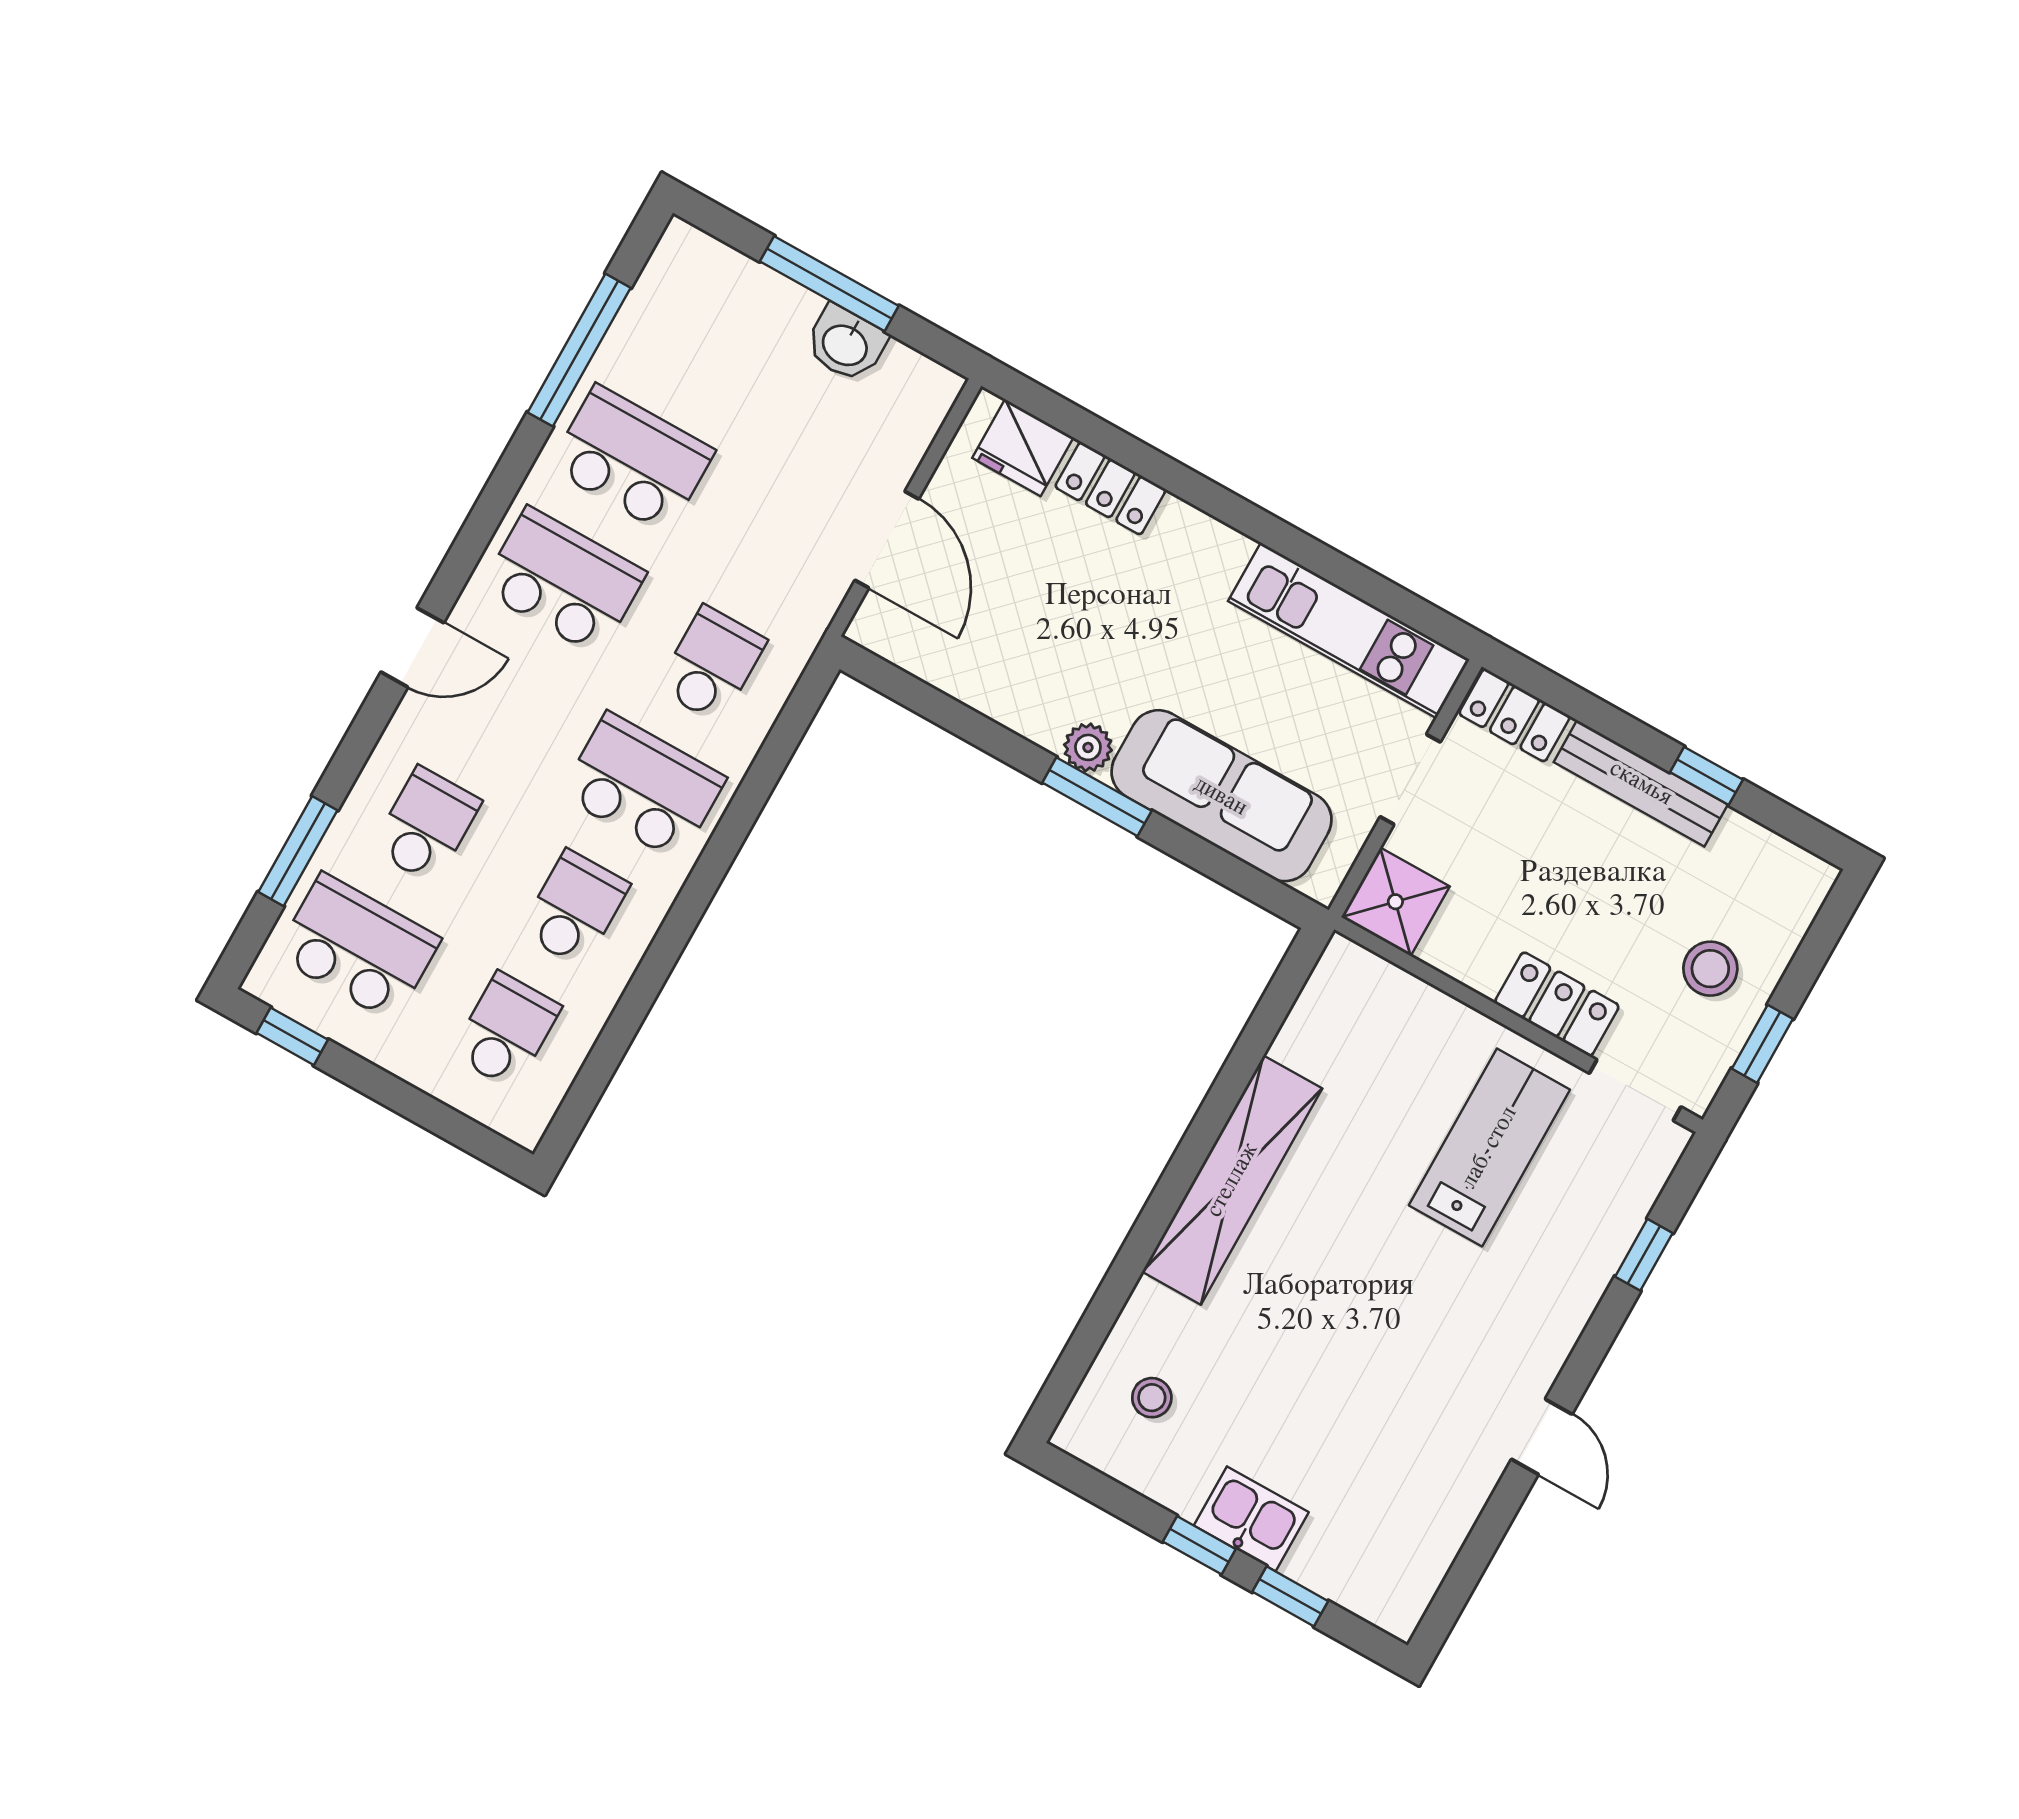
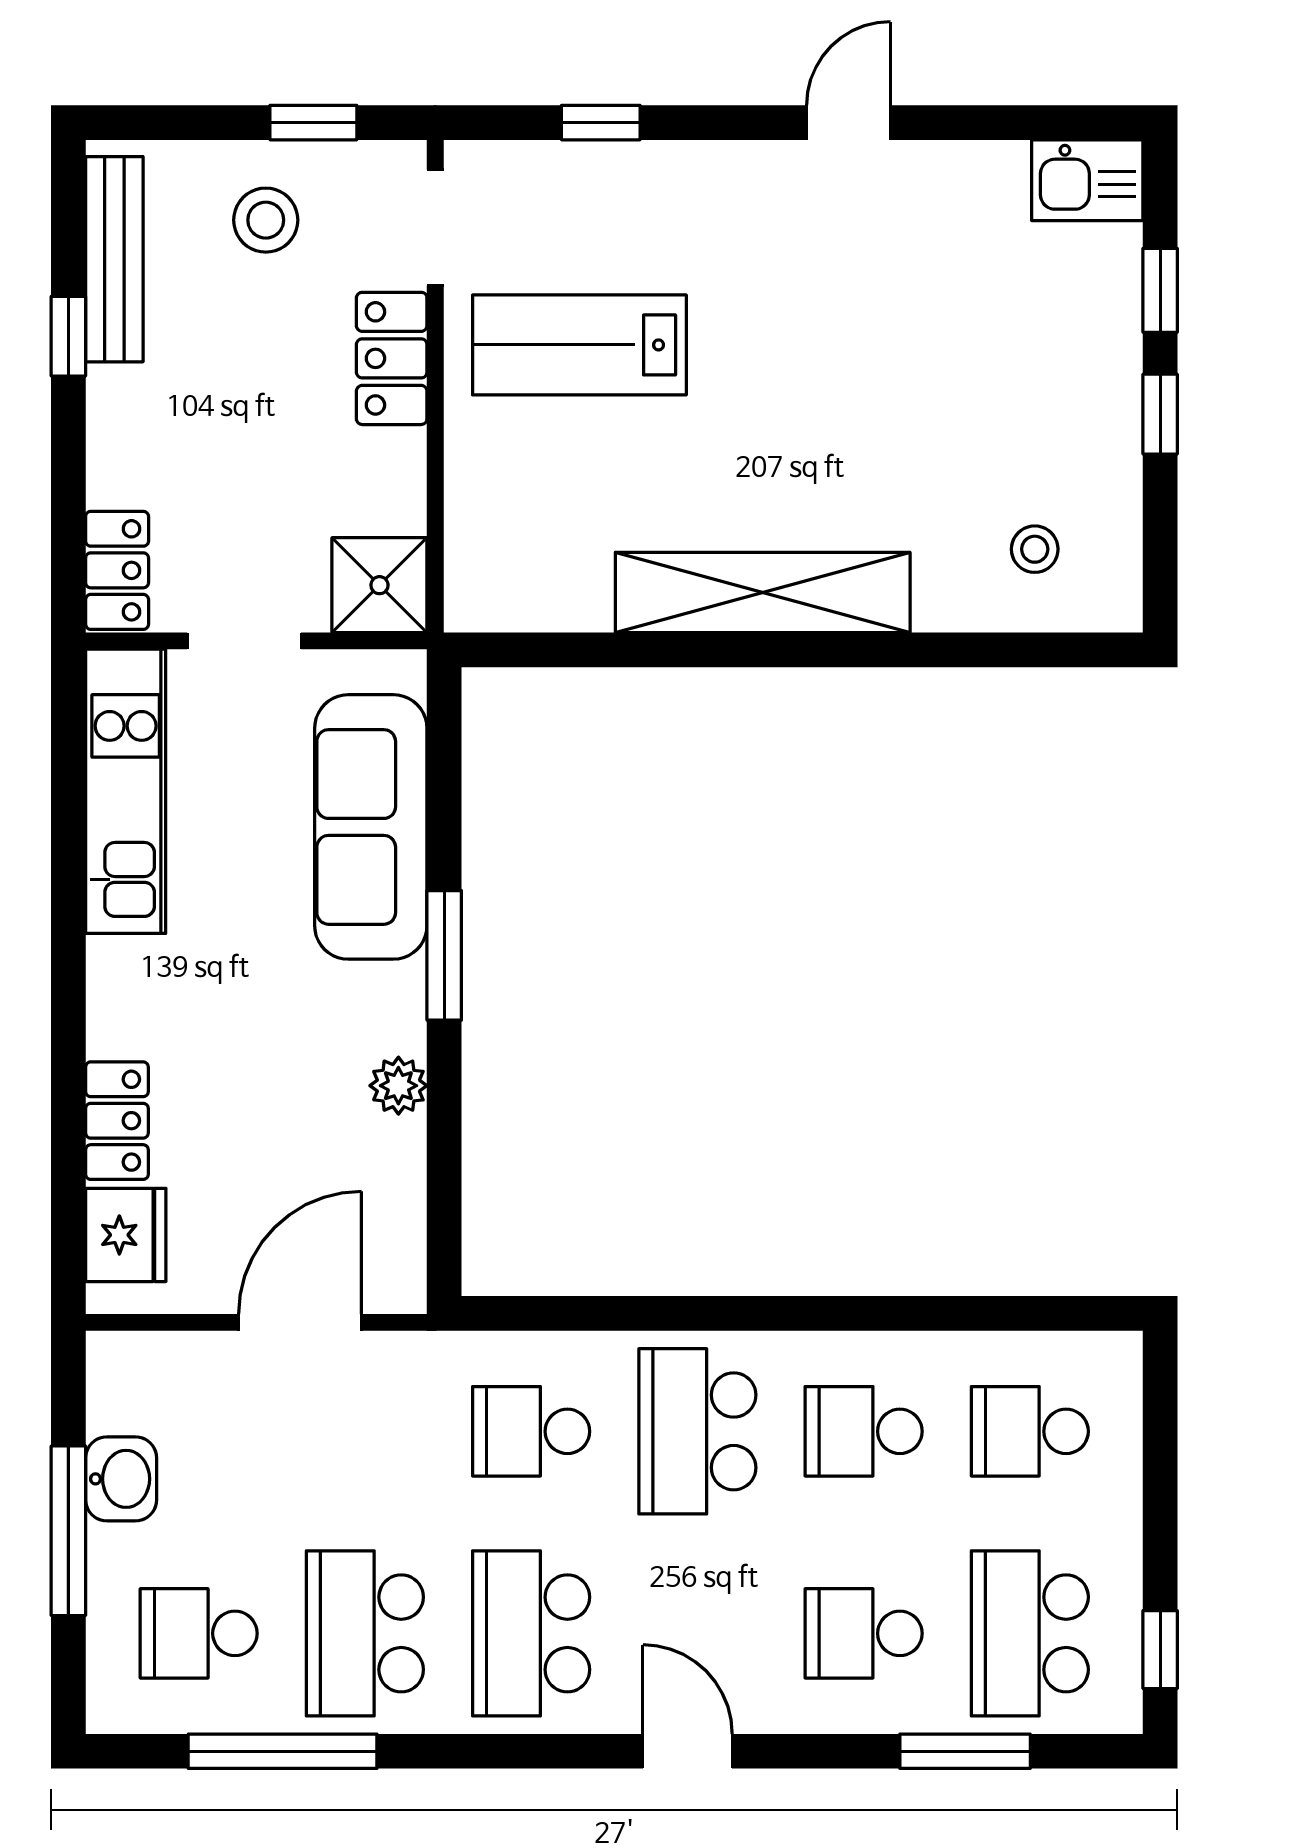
school desk: (700, 337) -> (199, 1633), added
plant: (1088, 747) -> (398, 1086), moved
bench: (1641, 783) -> (114, 259), moved
kitchen sink: (1251, 1519) -> (1087, 180), moved, turned -90

